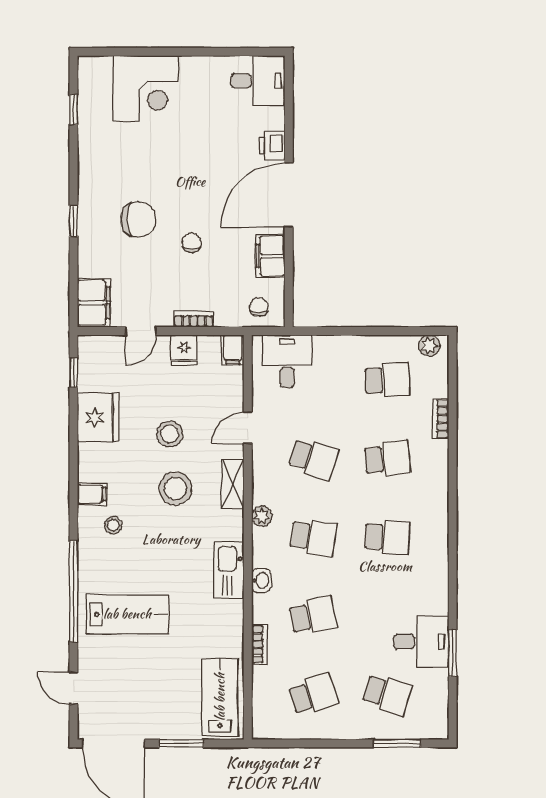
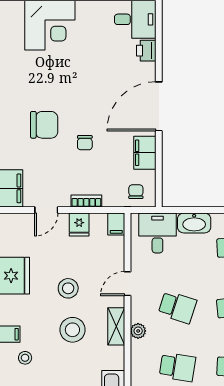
printer: (272, 146) -> (146, 51), moved
chair: (192, 243) -> (85, 143), turned 180
washbasin: (335, 348) -> (194, 223), added
plant: (262, 516) -> (138, 331), moved

